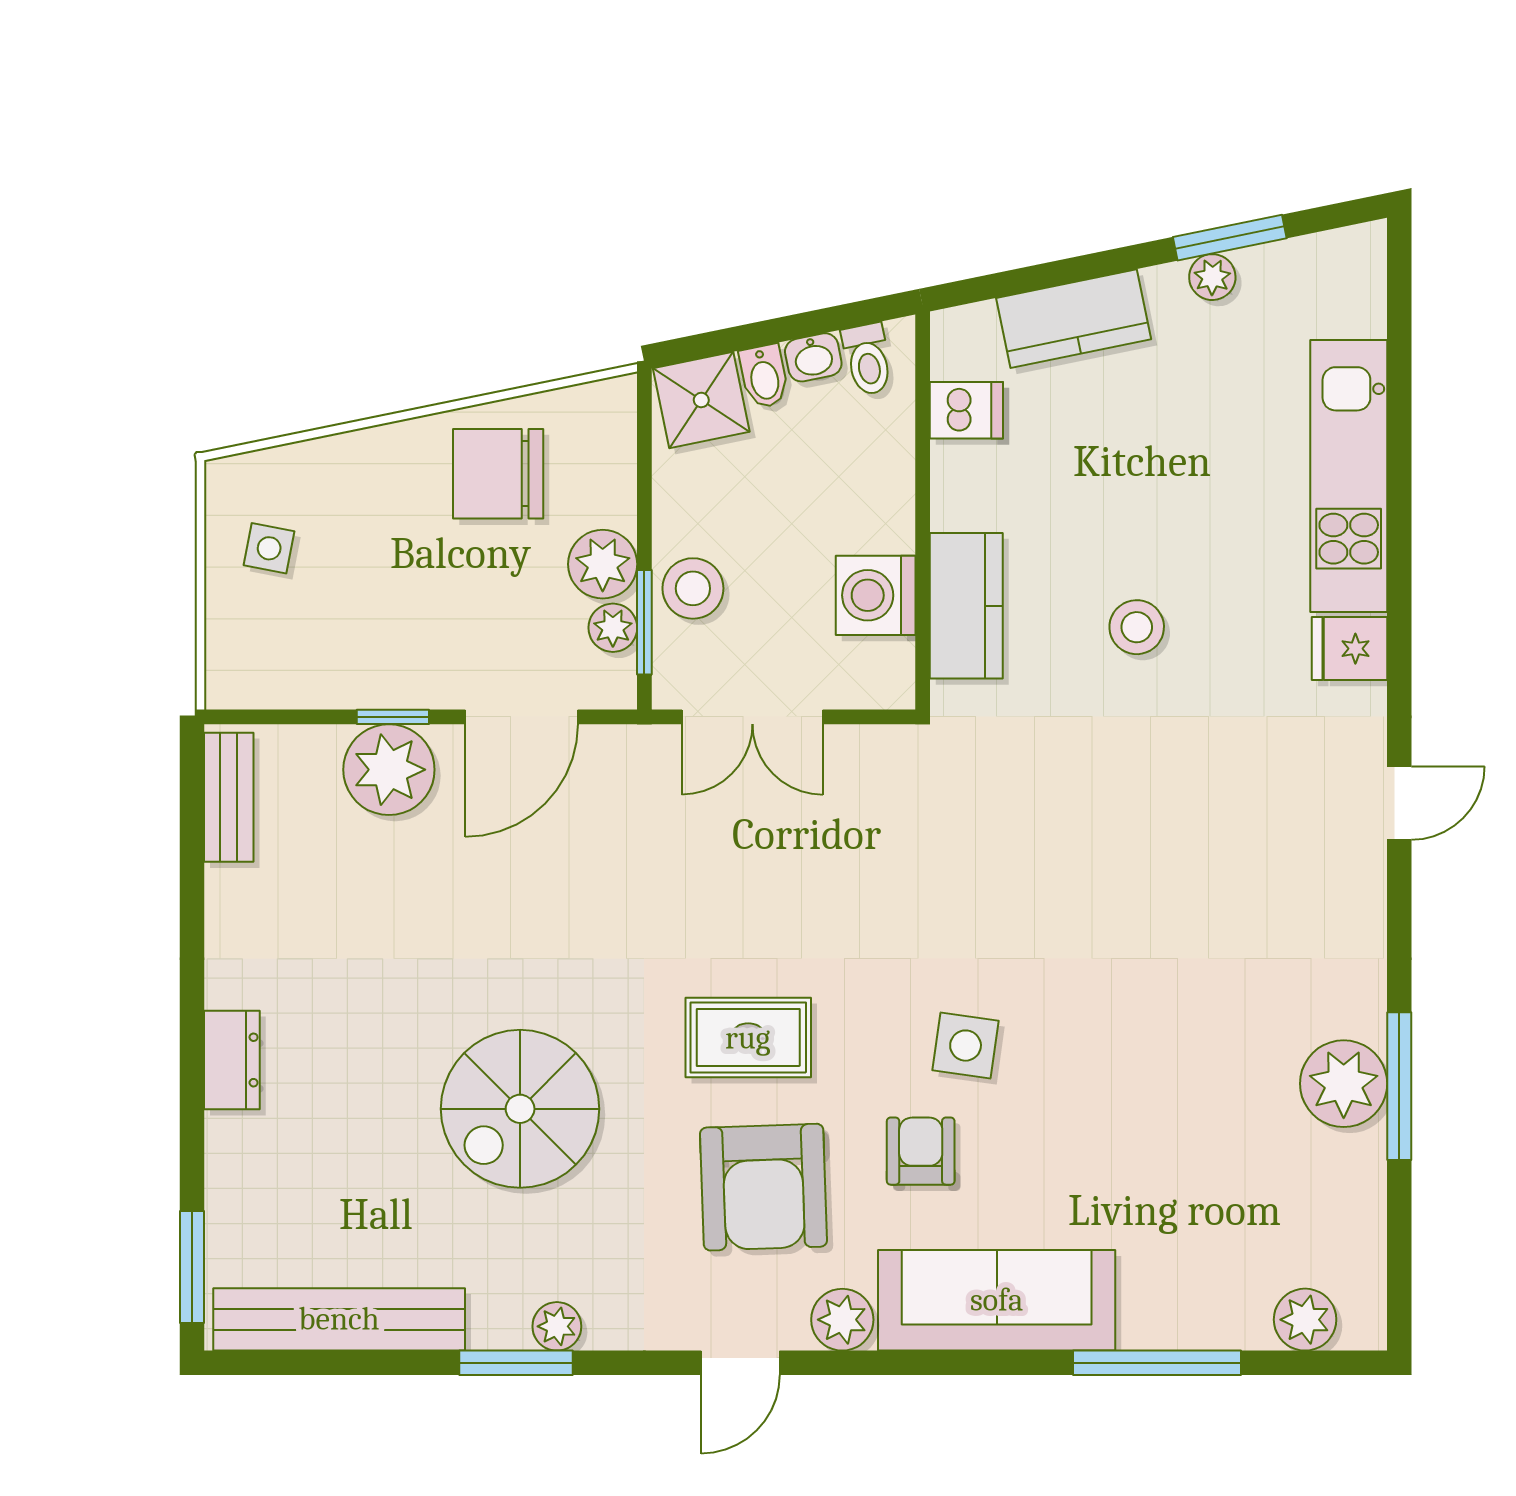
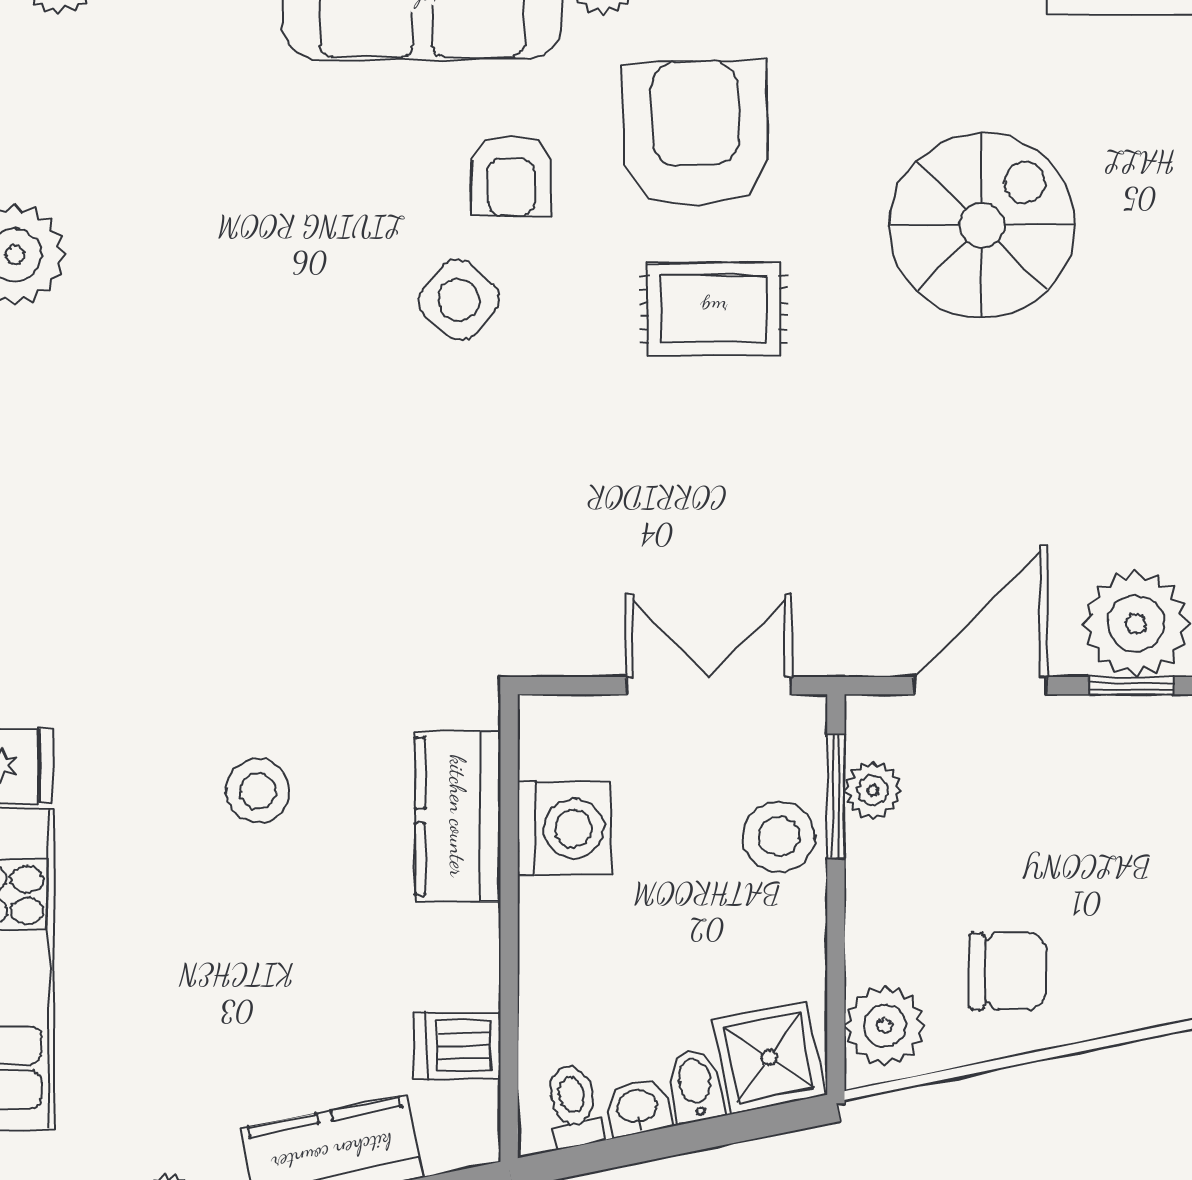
chair: (498, 474) -> (1008, 971), width x0.73, depth x0.73
plant: (603, 564) -> (885, 1026), moved
side table: (966, 1046) -> (459, 300), turned 32

